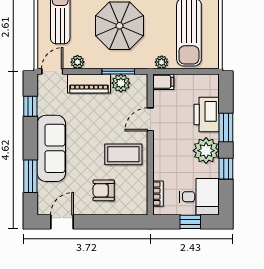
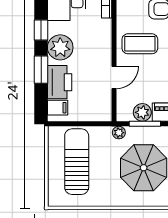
plant: (162, 62) -> (119, 133), moved
filing cabinet: (163, 82) -> (58, 108), moved, turned 180

